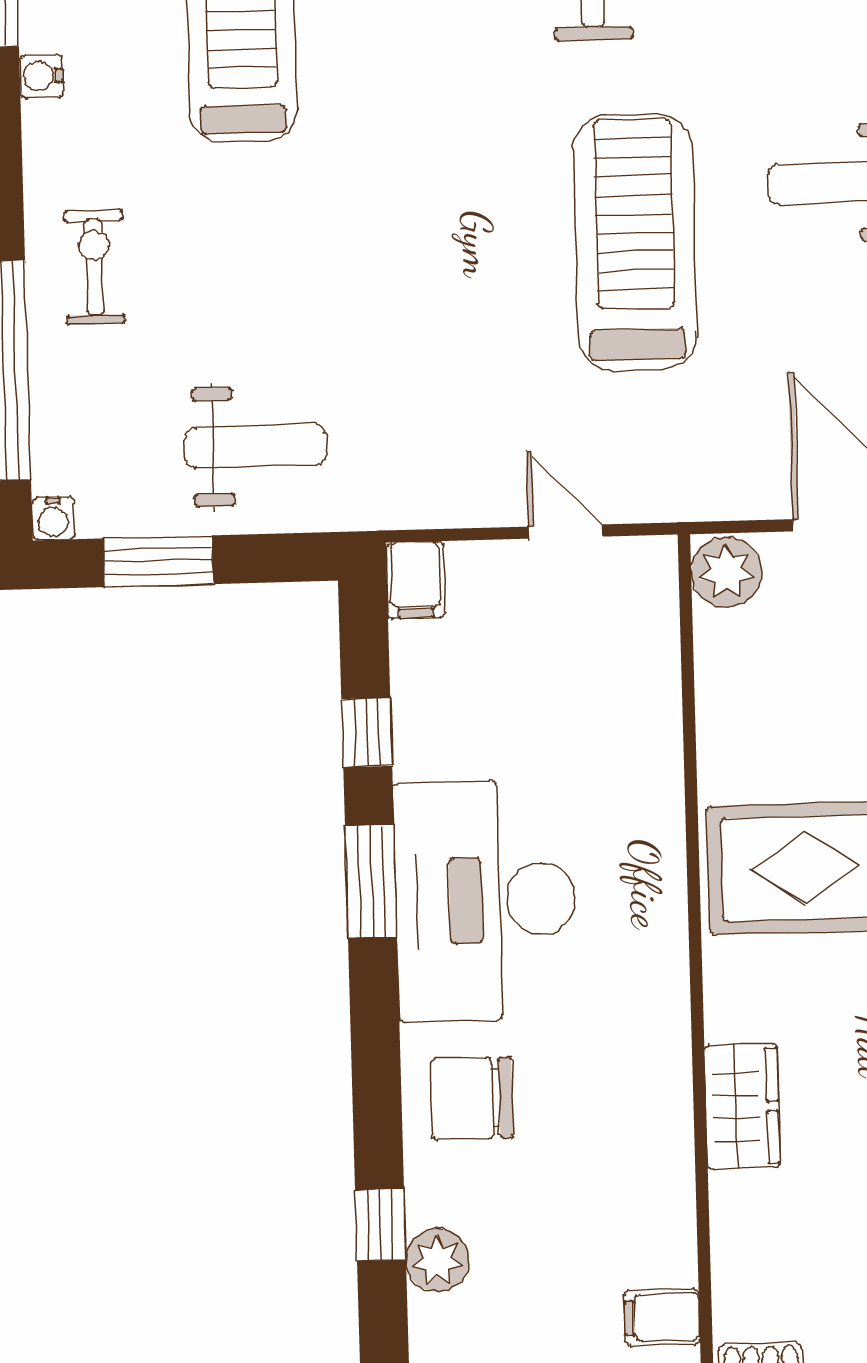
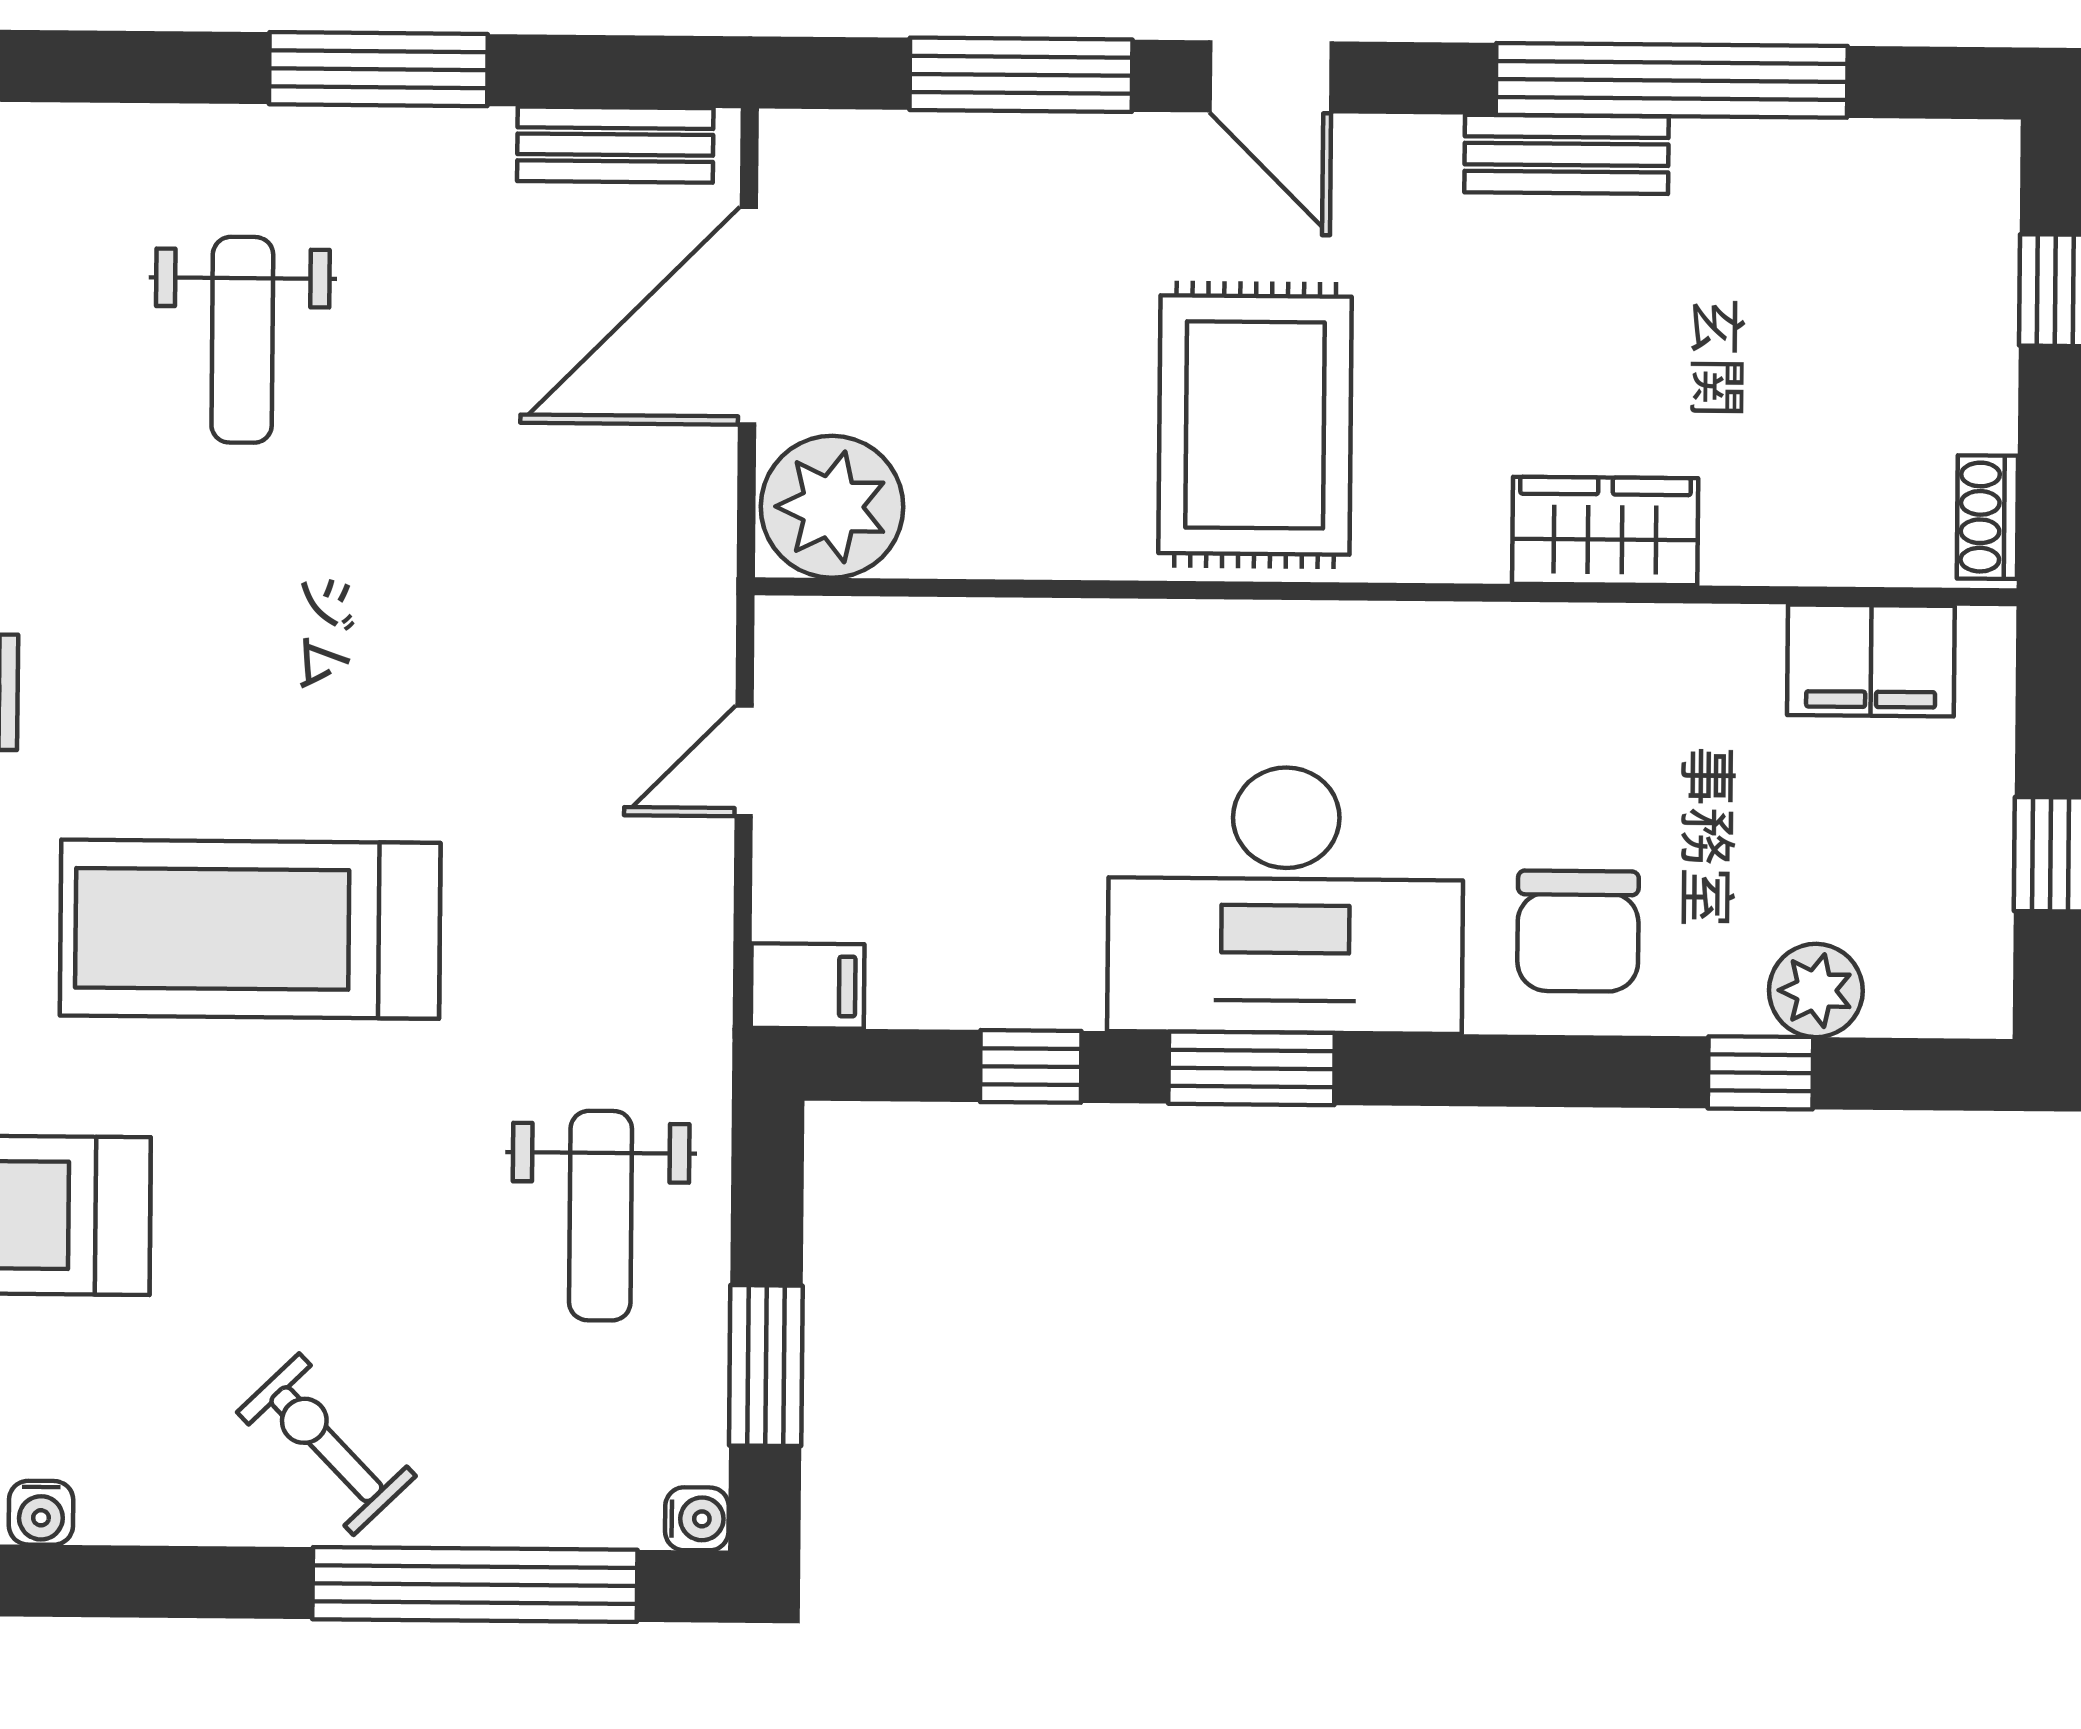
treadmill: (635, 242) -> (250, 929), moved
exercise bike: (95, 267) -> (326, 1444), turned 46
weight bench: (256, 446) -> (601, 1216), turned 180
plant: (726, 572) -> (832, 507), width x1.36, depth x1.36
filing cabinet: (662, 1317) -> (1871, 660), width x2.00

